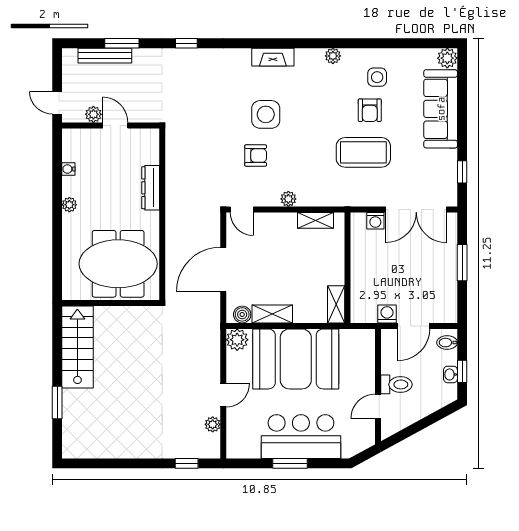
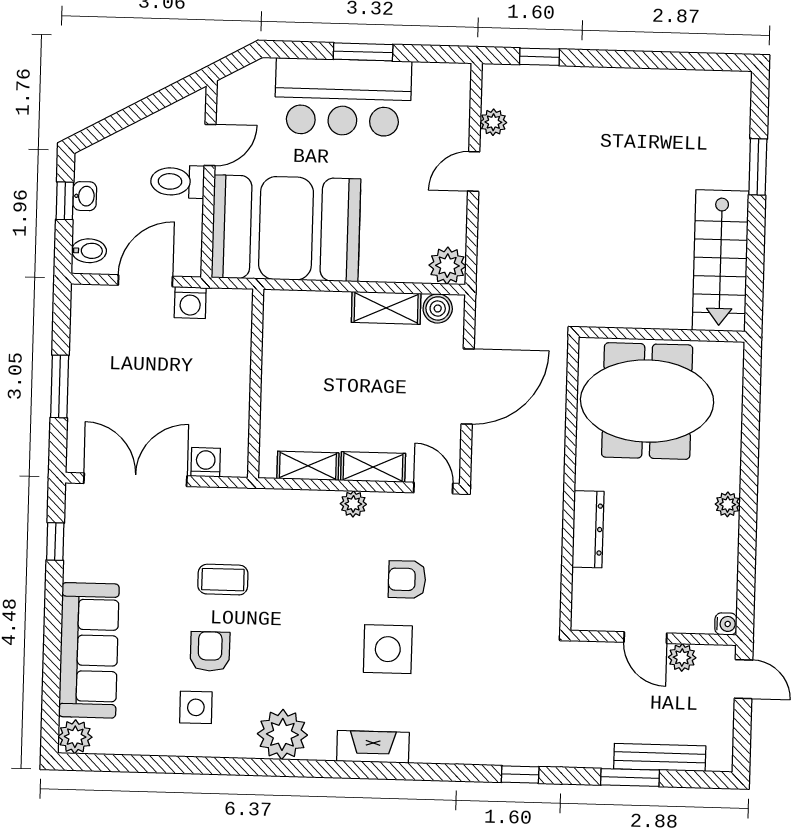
plant: (333, 56) -> (282, 734), width x1.88, depth x1.88
coffee table: (363, 152) -> (223, 580), width x0.54, depth x0.58
water cooler: (68, 169) -> (726, 624), moved
shelving: (336, 304) -> (373, 467), moved, turned 90
booth: (296, 359) -> (286, 228), moved

